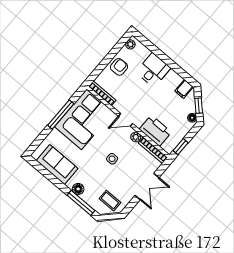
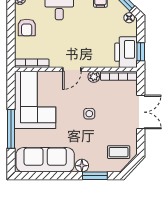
armchair: (119, 67) -> (27, 28), turned 180
window: (61, 114) -> (11, 129), moved
printer: (155, 131) -> (126, 52), moved, turned -90
sofa: (57, 165) -> (45, 160), width x1.36
window: (81, 203) -> (95, 176), width x0.69

